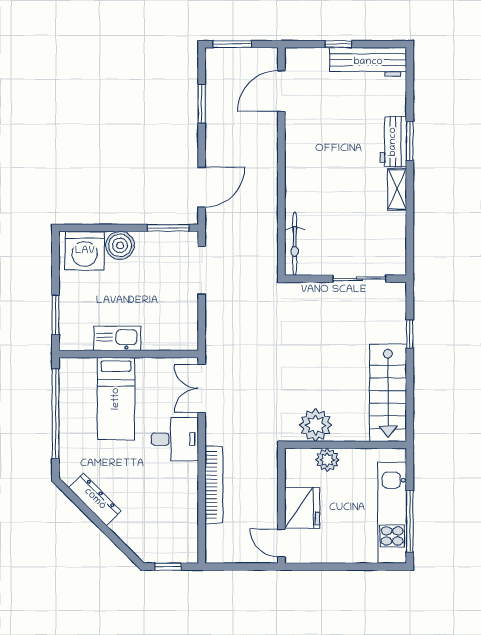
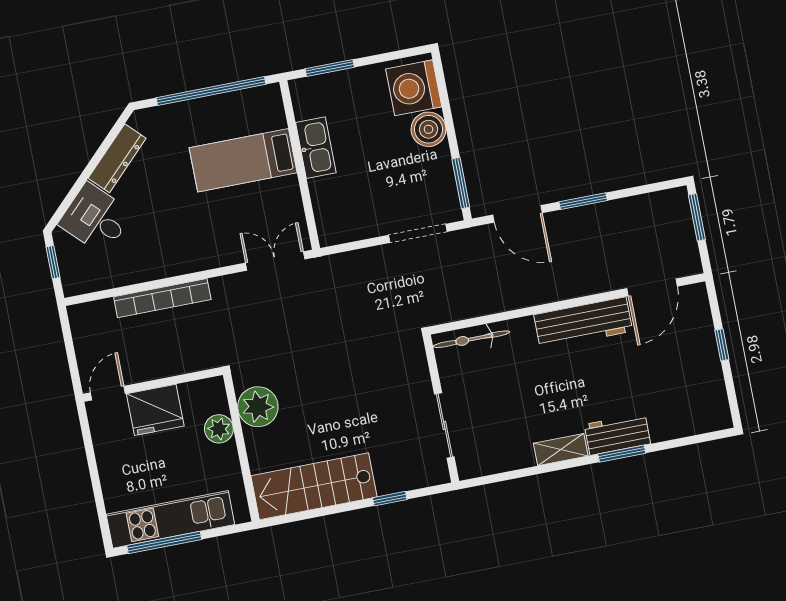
workbench: (368, 62) -> (583, 323), moved, turned -90
door: (281, 91) -> (652, 287), swing flipped
window: (202, 104) -> (583, 201), moved
desk: (175, 439) -> (96, 219), moved, turned 135

